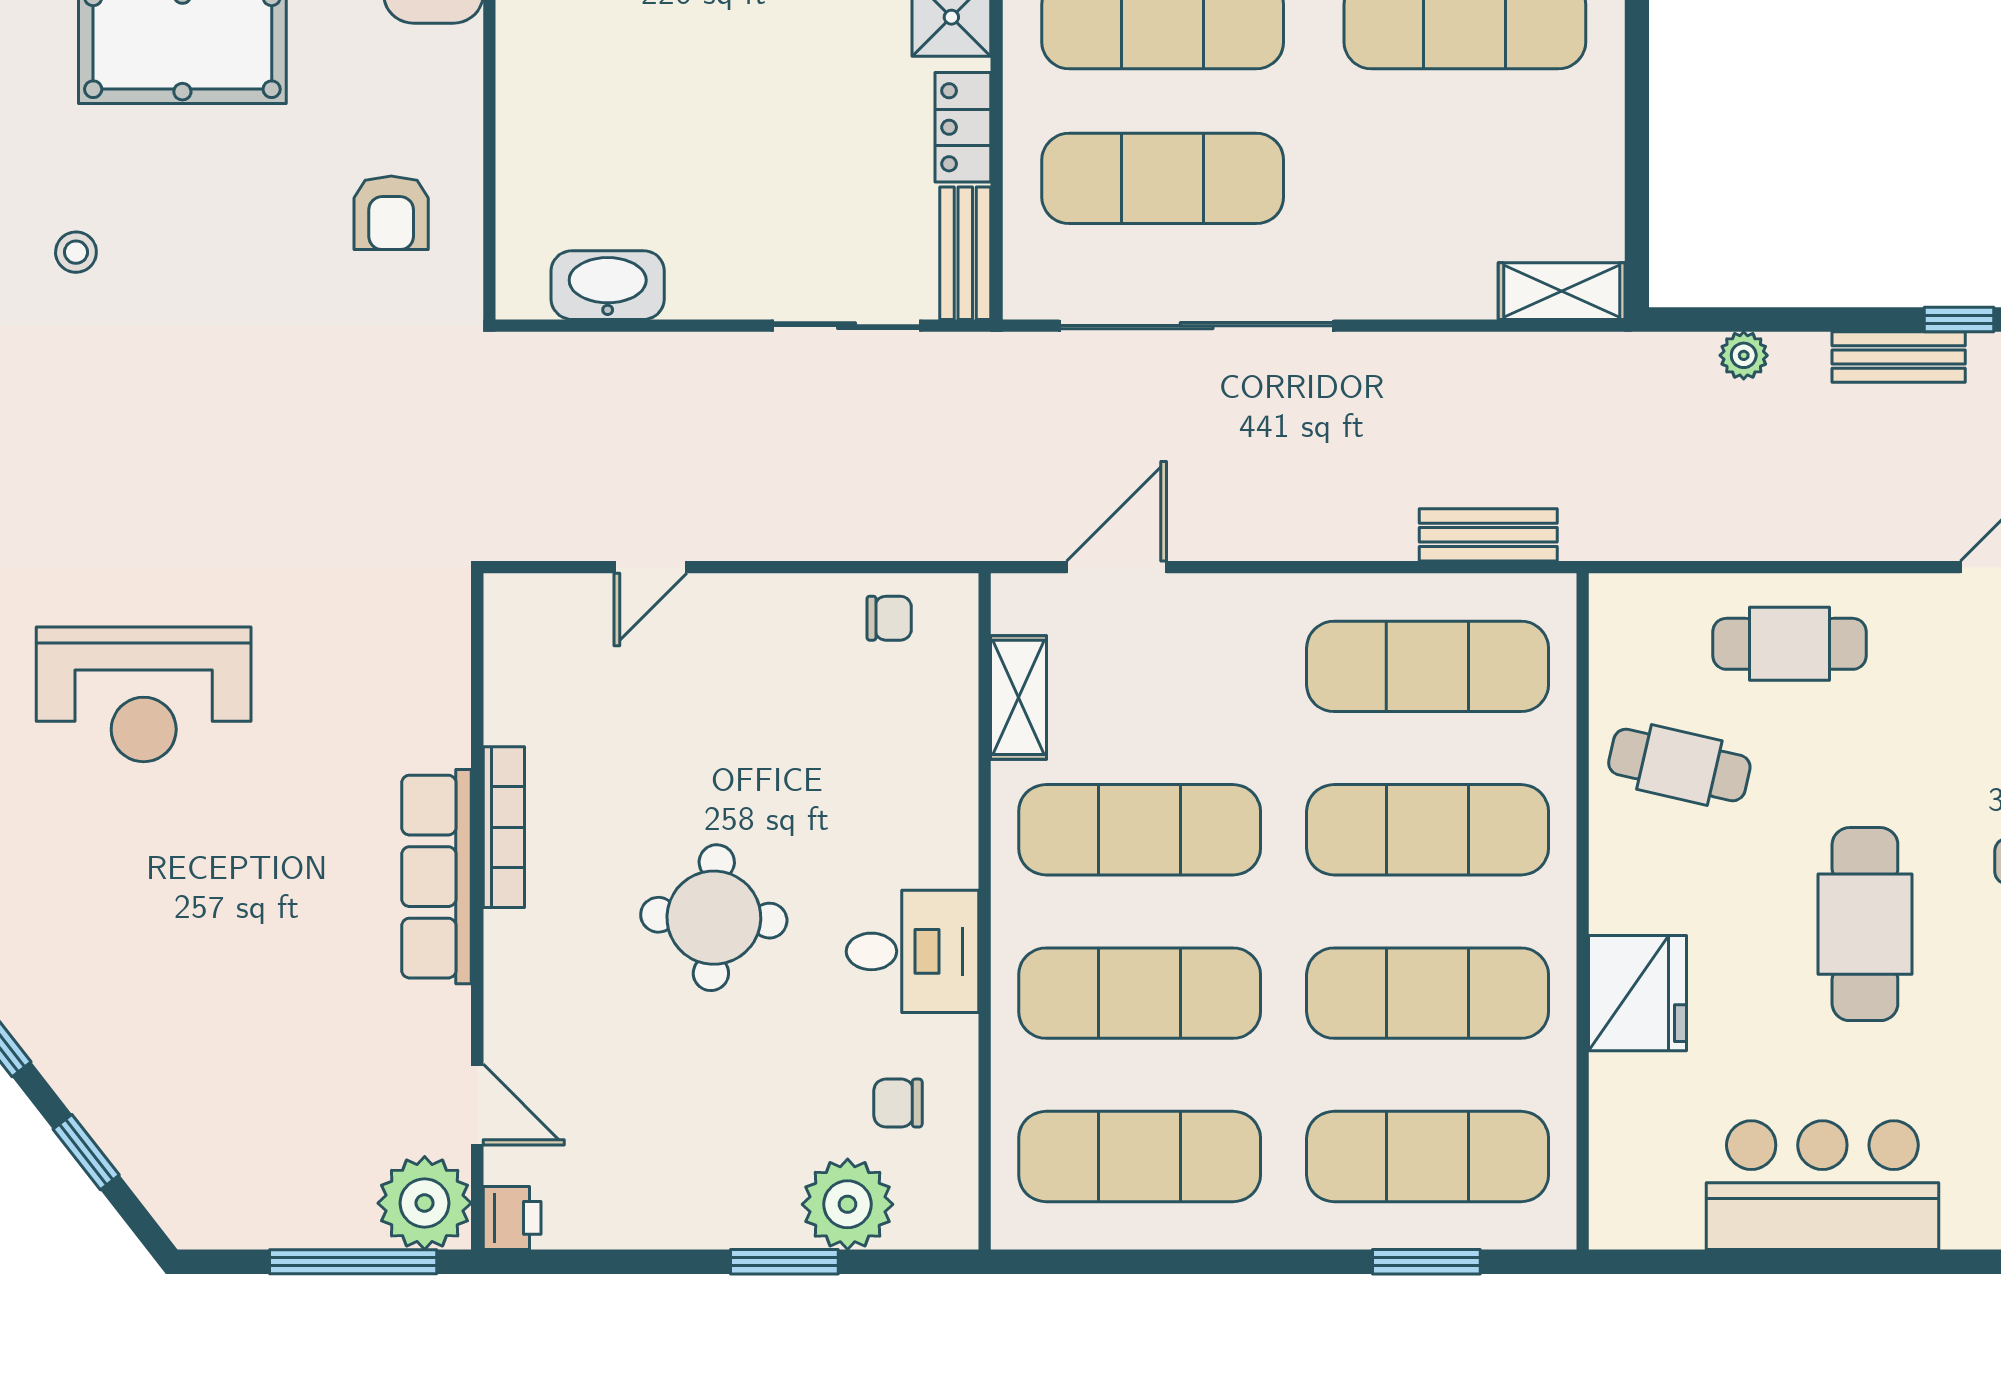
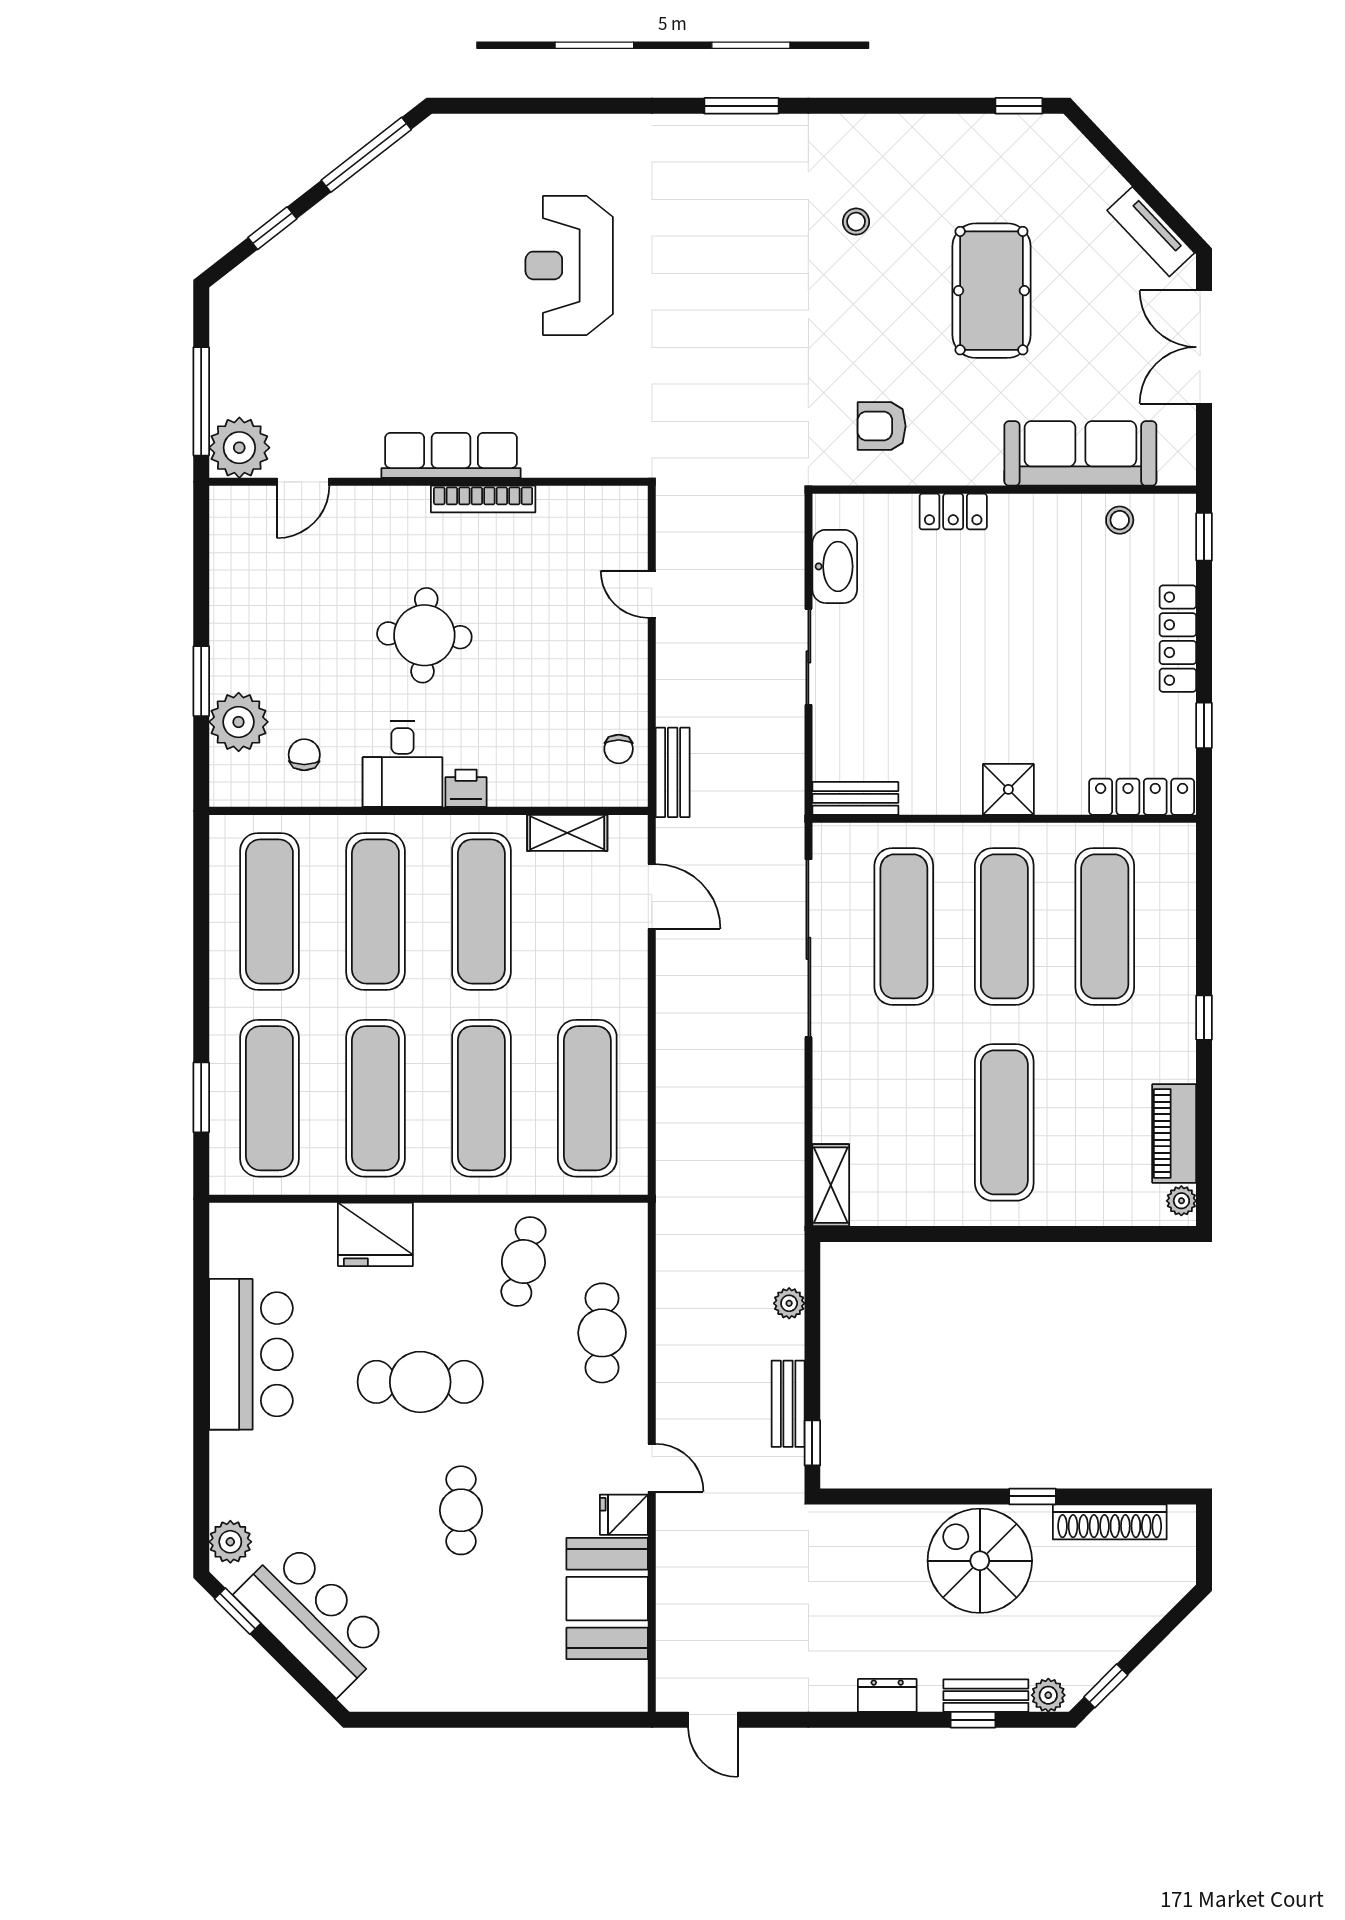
locker: (963, 127) -> (953, 512), moved, turned 180
sliding door: (847, 326) -> (808, 657), moved
bench: (1488, 535) -> (673, 772), moved
printer: (512, 1218) -> (466, 788), moved, turned 180

